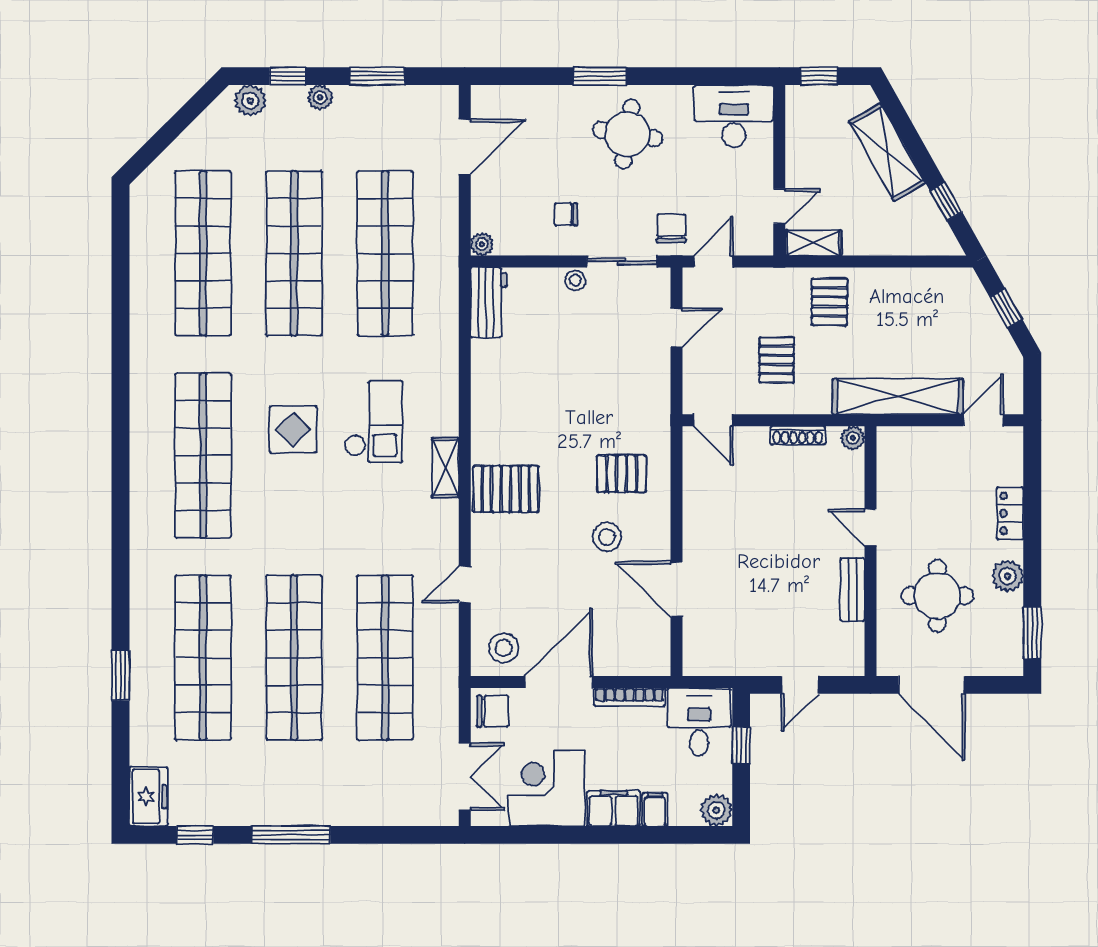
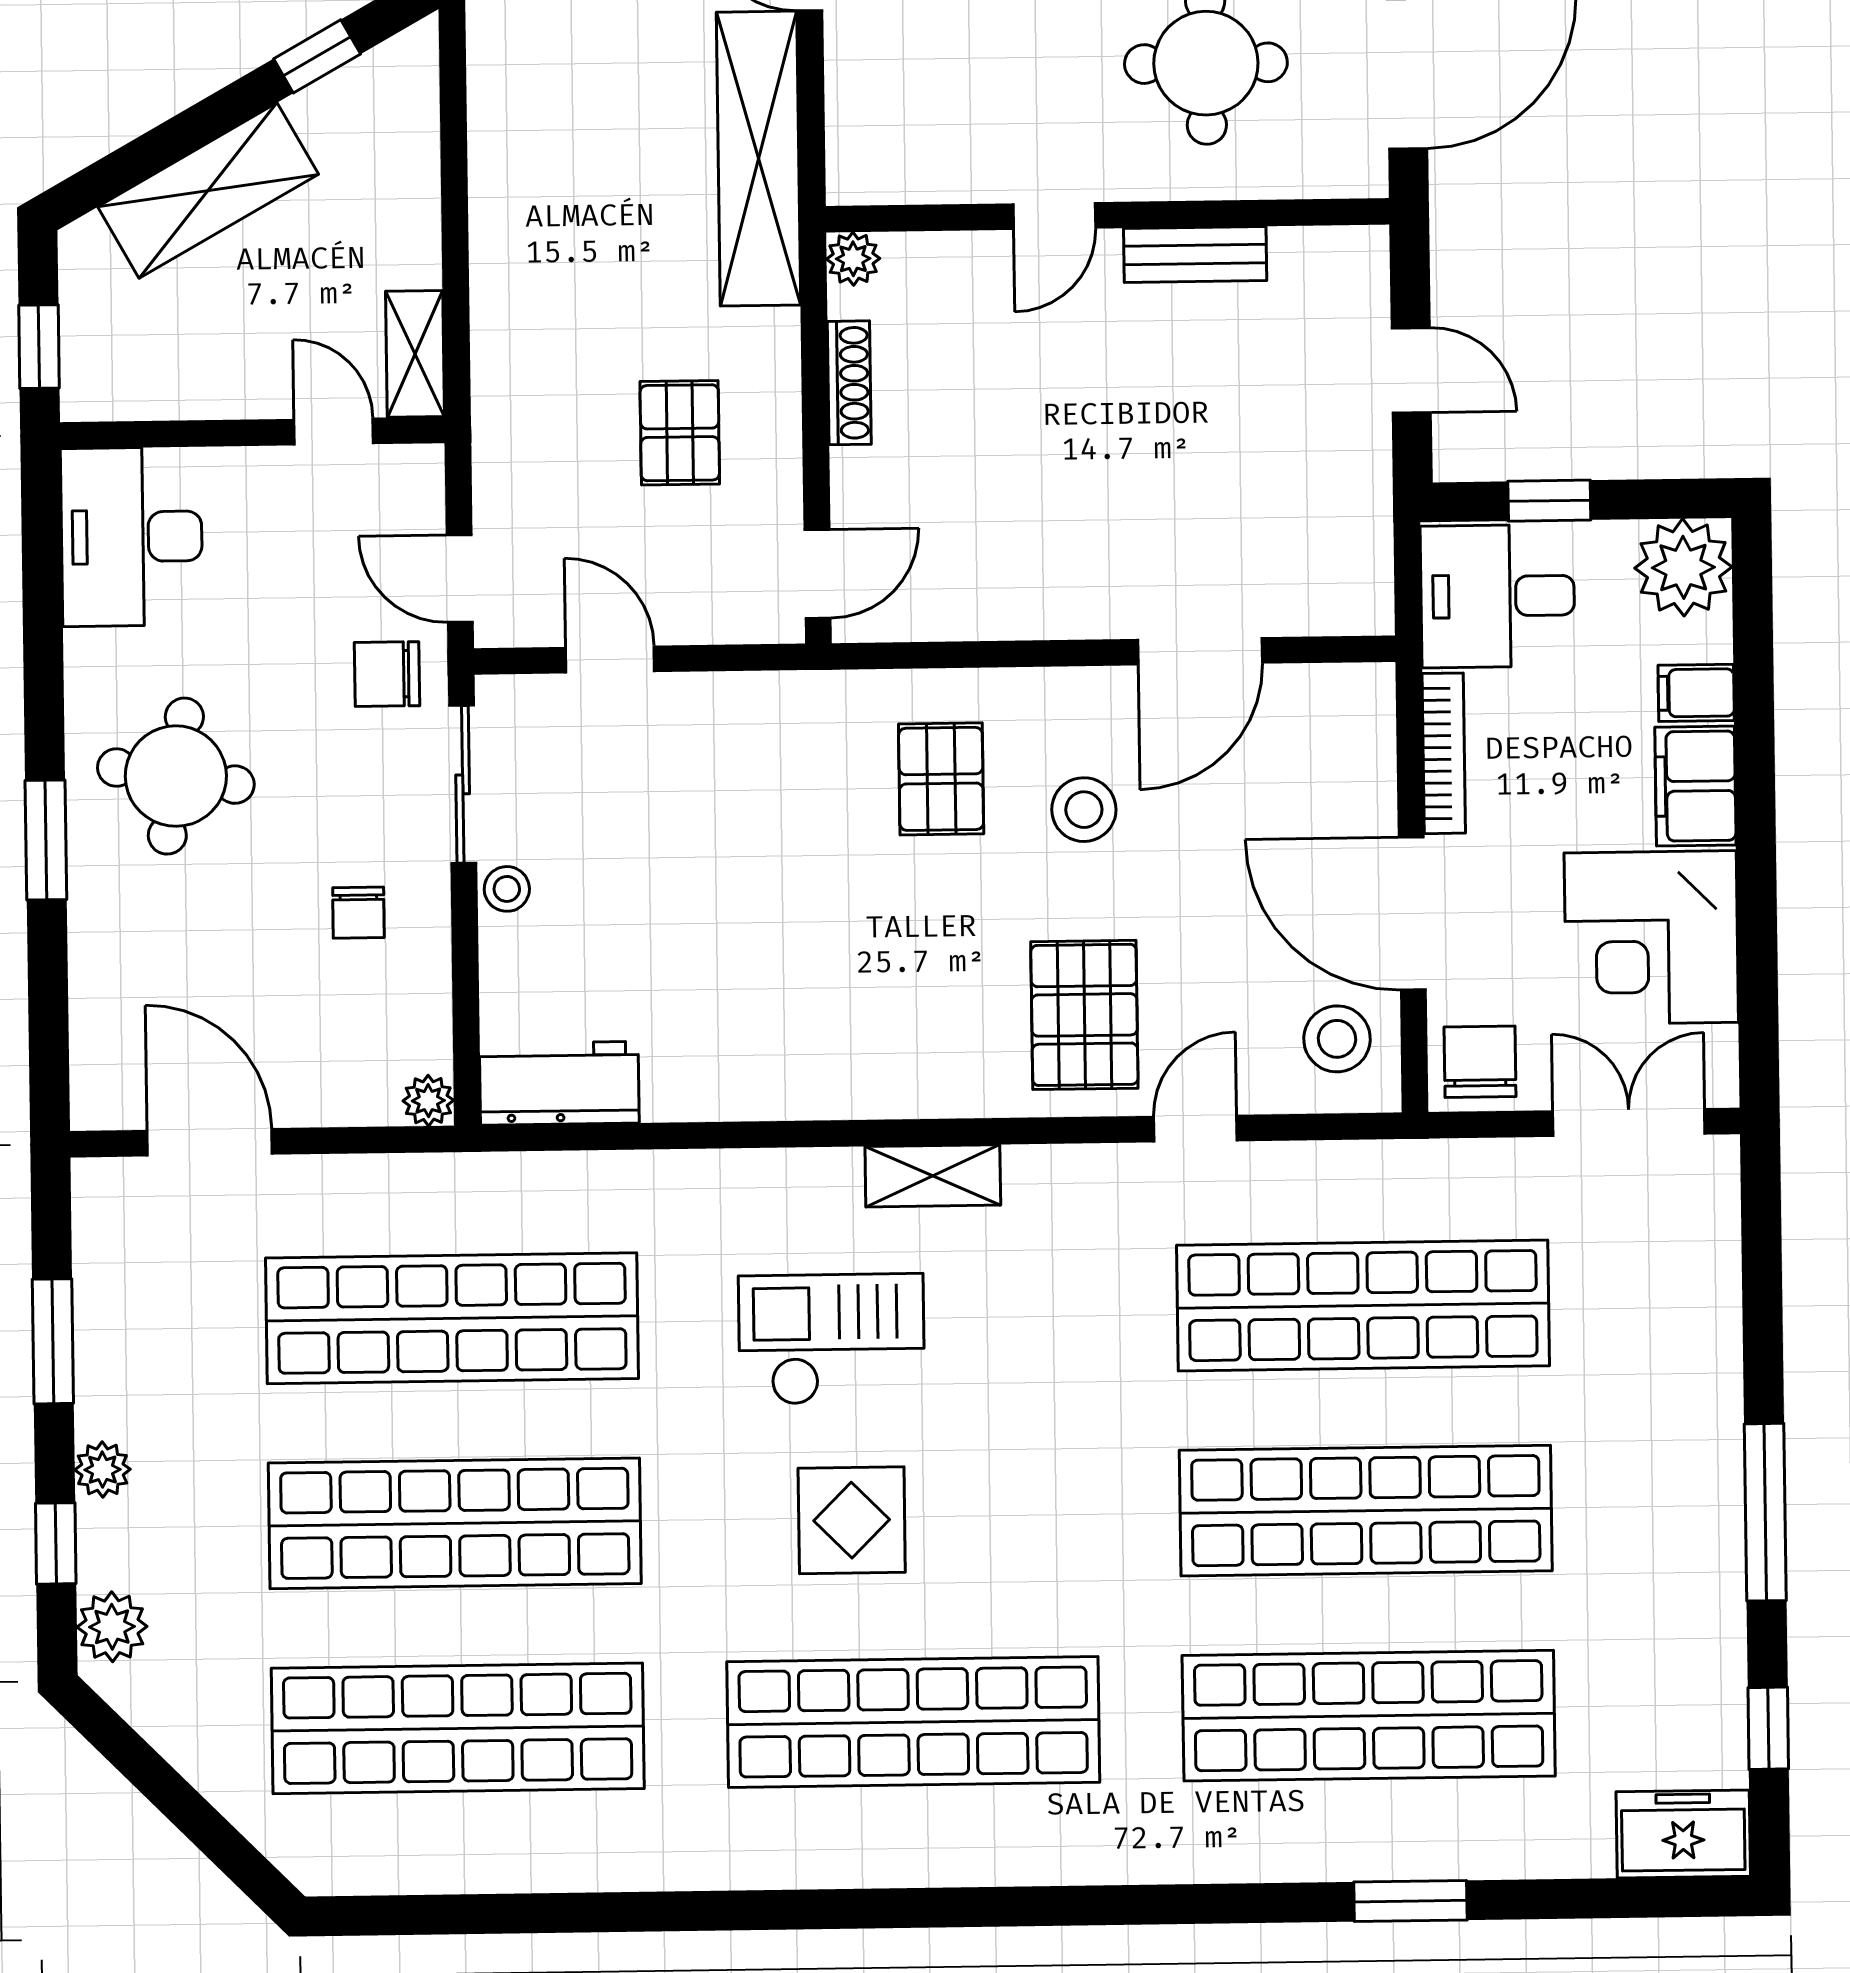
pallet: (829, 302) -> (547, 316), removed
pallet: (777, 360) -> (680, 433), turned 90
pallet: (506, 489) -> (1084, 1015), moved
door: (465, 584) -> (1195, 1129), swing flipped
plant: (716, 810) -> (1683, 567), width x1.36, depth x1.36

